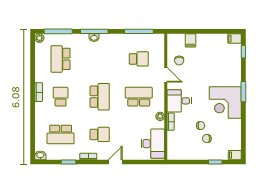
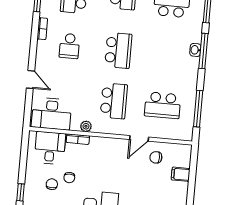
school desk: (139, 59) -> (163, 105), width x1.85
school desk: (100, 97) -> (118, 50), turned -90
desk: (179, 101) -> (50, 148), moved
door: (115, 162) -> (31, 79), moved

